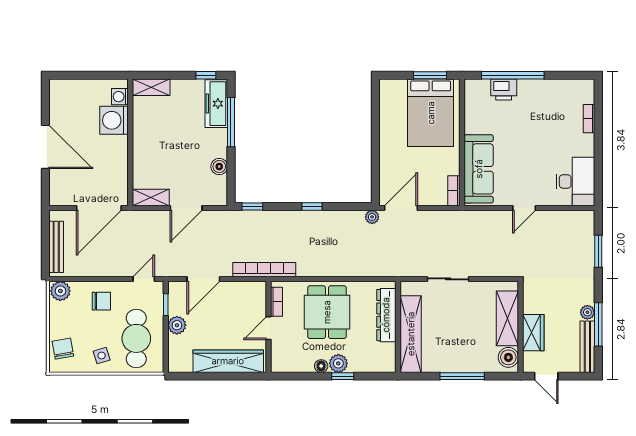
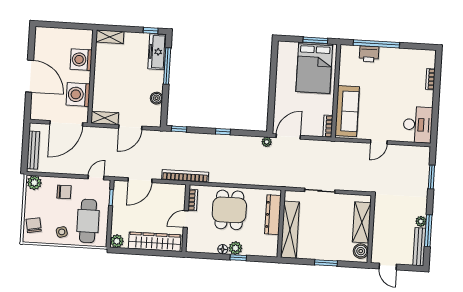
washing machine: (120, 97) -> (78, 95), moved, width x1.89, depth x1.89
plant: (177, 325) -> (117, 241), moved
wardrobe: (533, 333) -> (380, 234), removed
window: (462, 376) -> (326, 263), width x0.69

